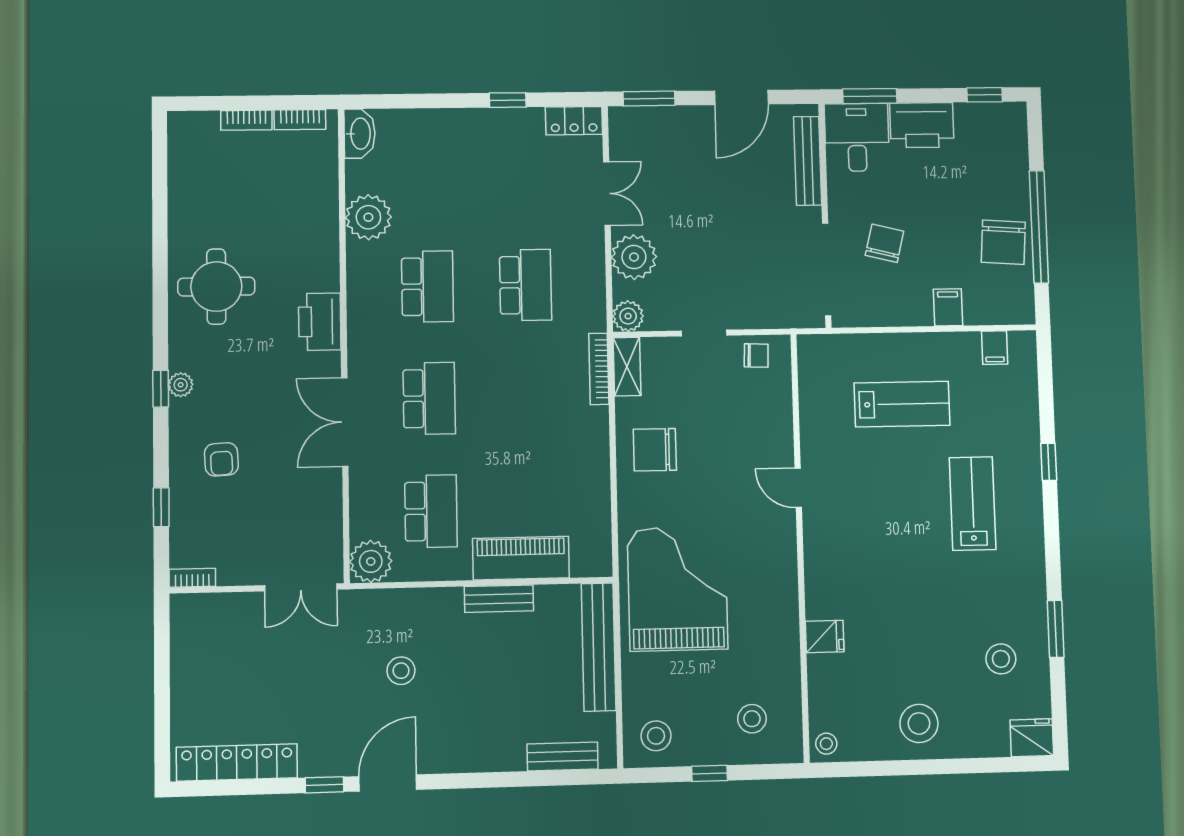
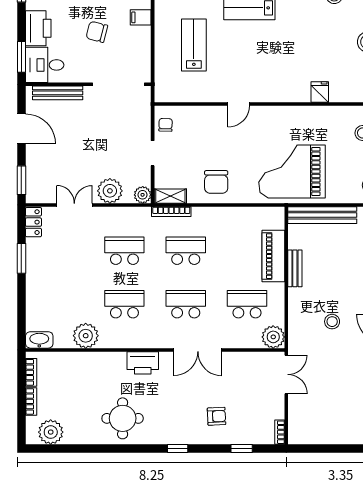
window: (508, 100) -> (21, 258), width x1.50
chair: (885, 243) -> (97, 32), moved
plant: (181, 385) -> (51, 432), moved, width x1.88, depth x1.88
school desk: (528, 397) -> (186, 251), added

